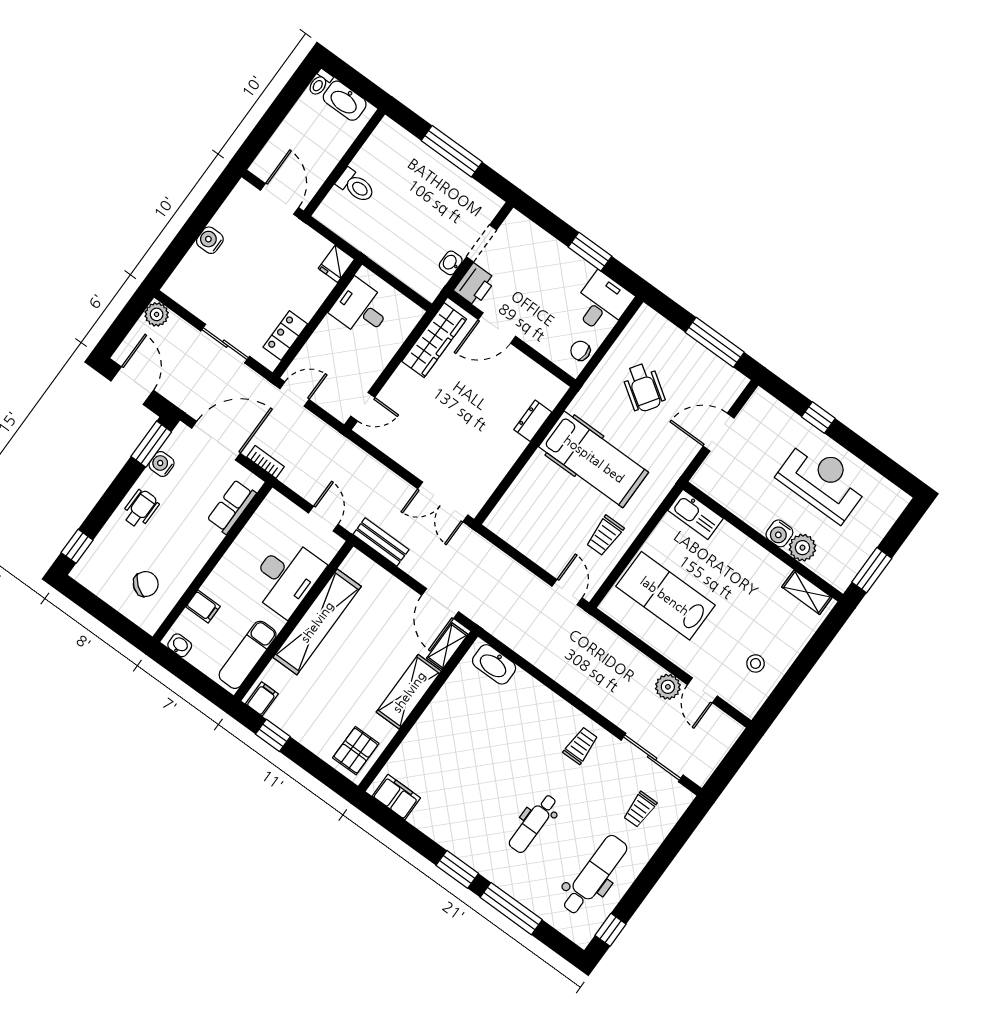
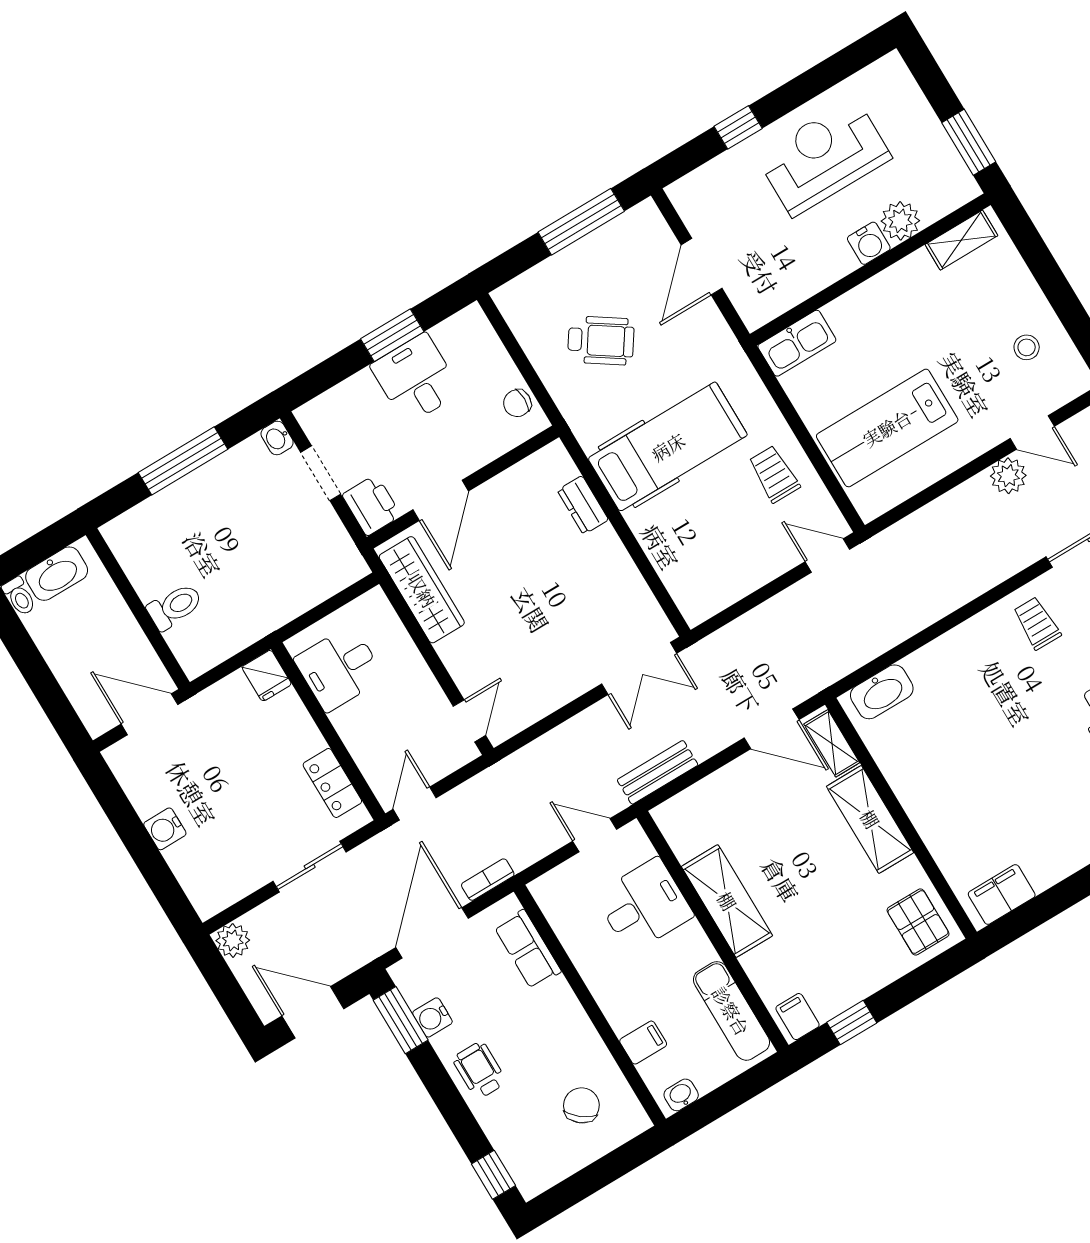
washbasin: (451, 263) -> (277, 438), moved
desk: (602, 303) -> (416, 379), moved
trolley: (605, 536) -> (774, 474), turned 180
desk: (286, 577) -> (644, 905), width x0.73
shelving: (317, 622) -> (727, 901), width x0.68

